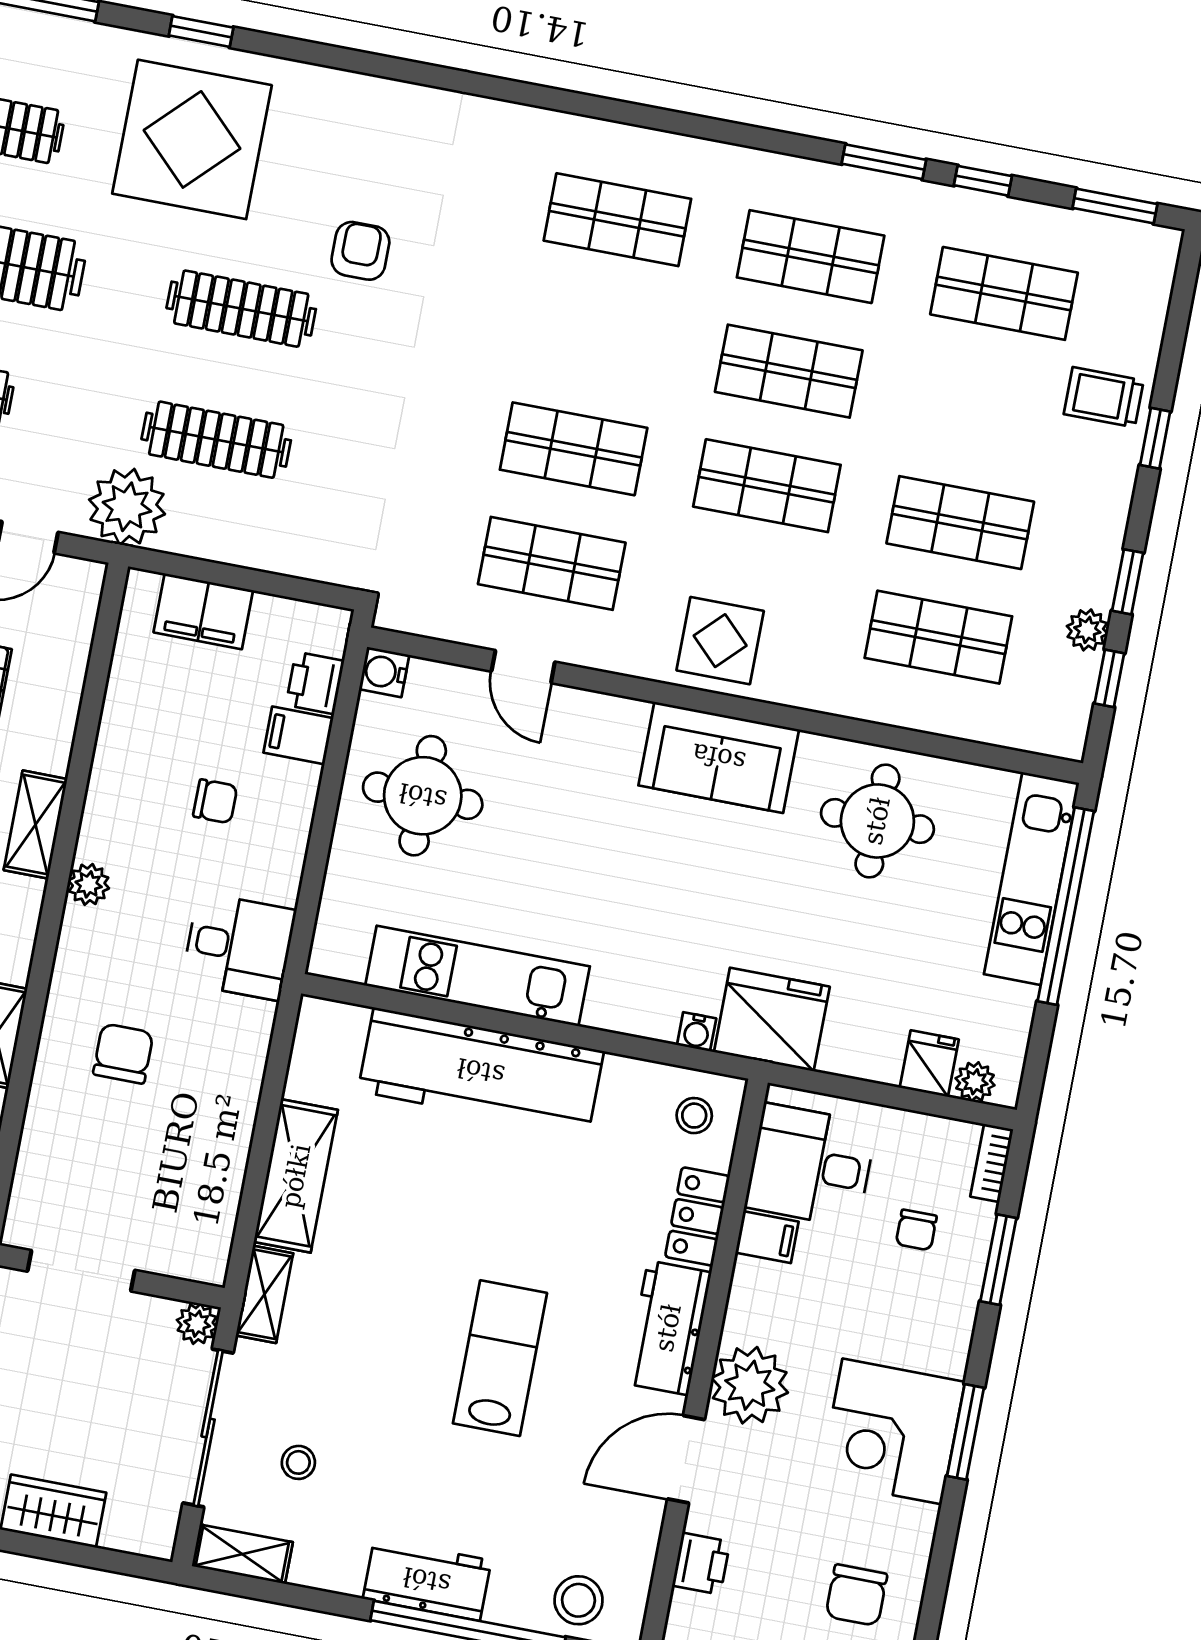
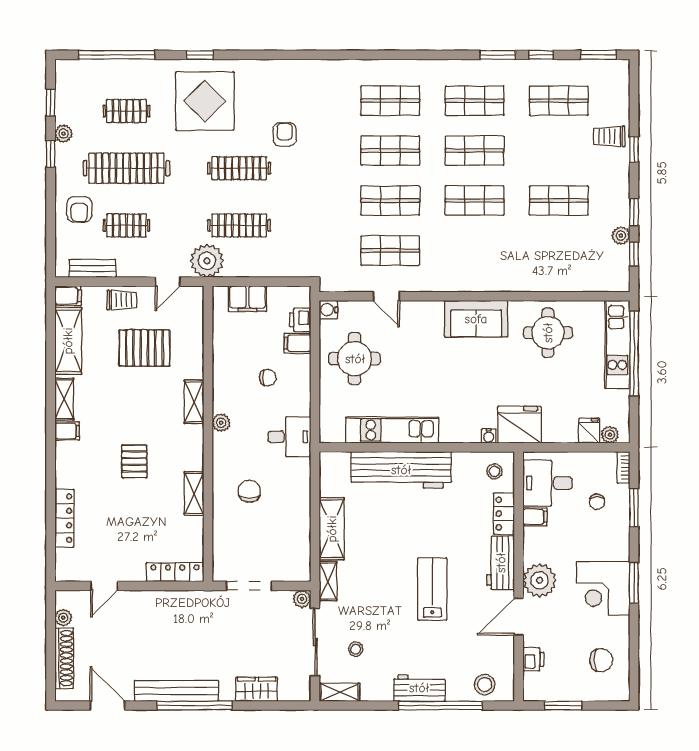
shop shelf: (938, 637) -> (390, 151), moved
display table: (720, 641) -> (467, 269), removed
chair: (856, 1595) -> (601, 660), turned -90

